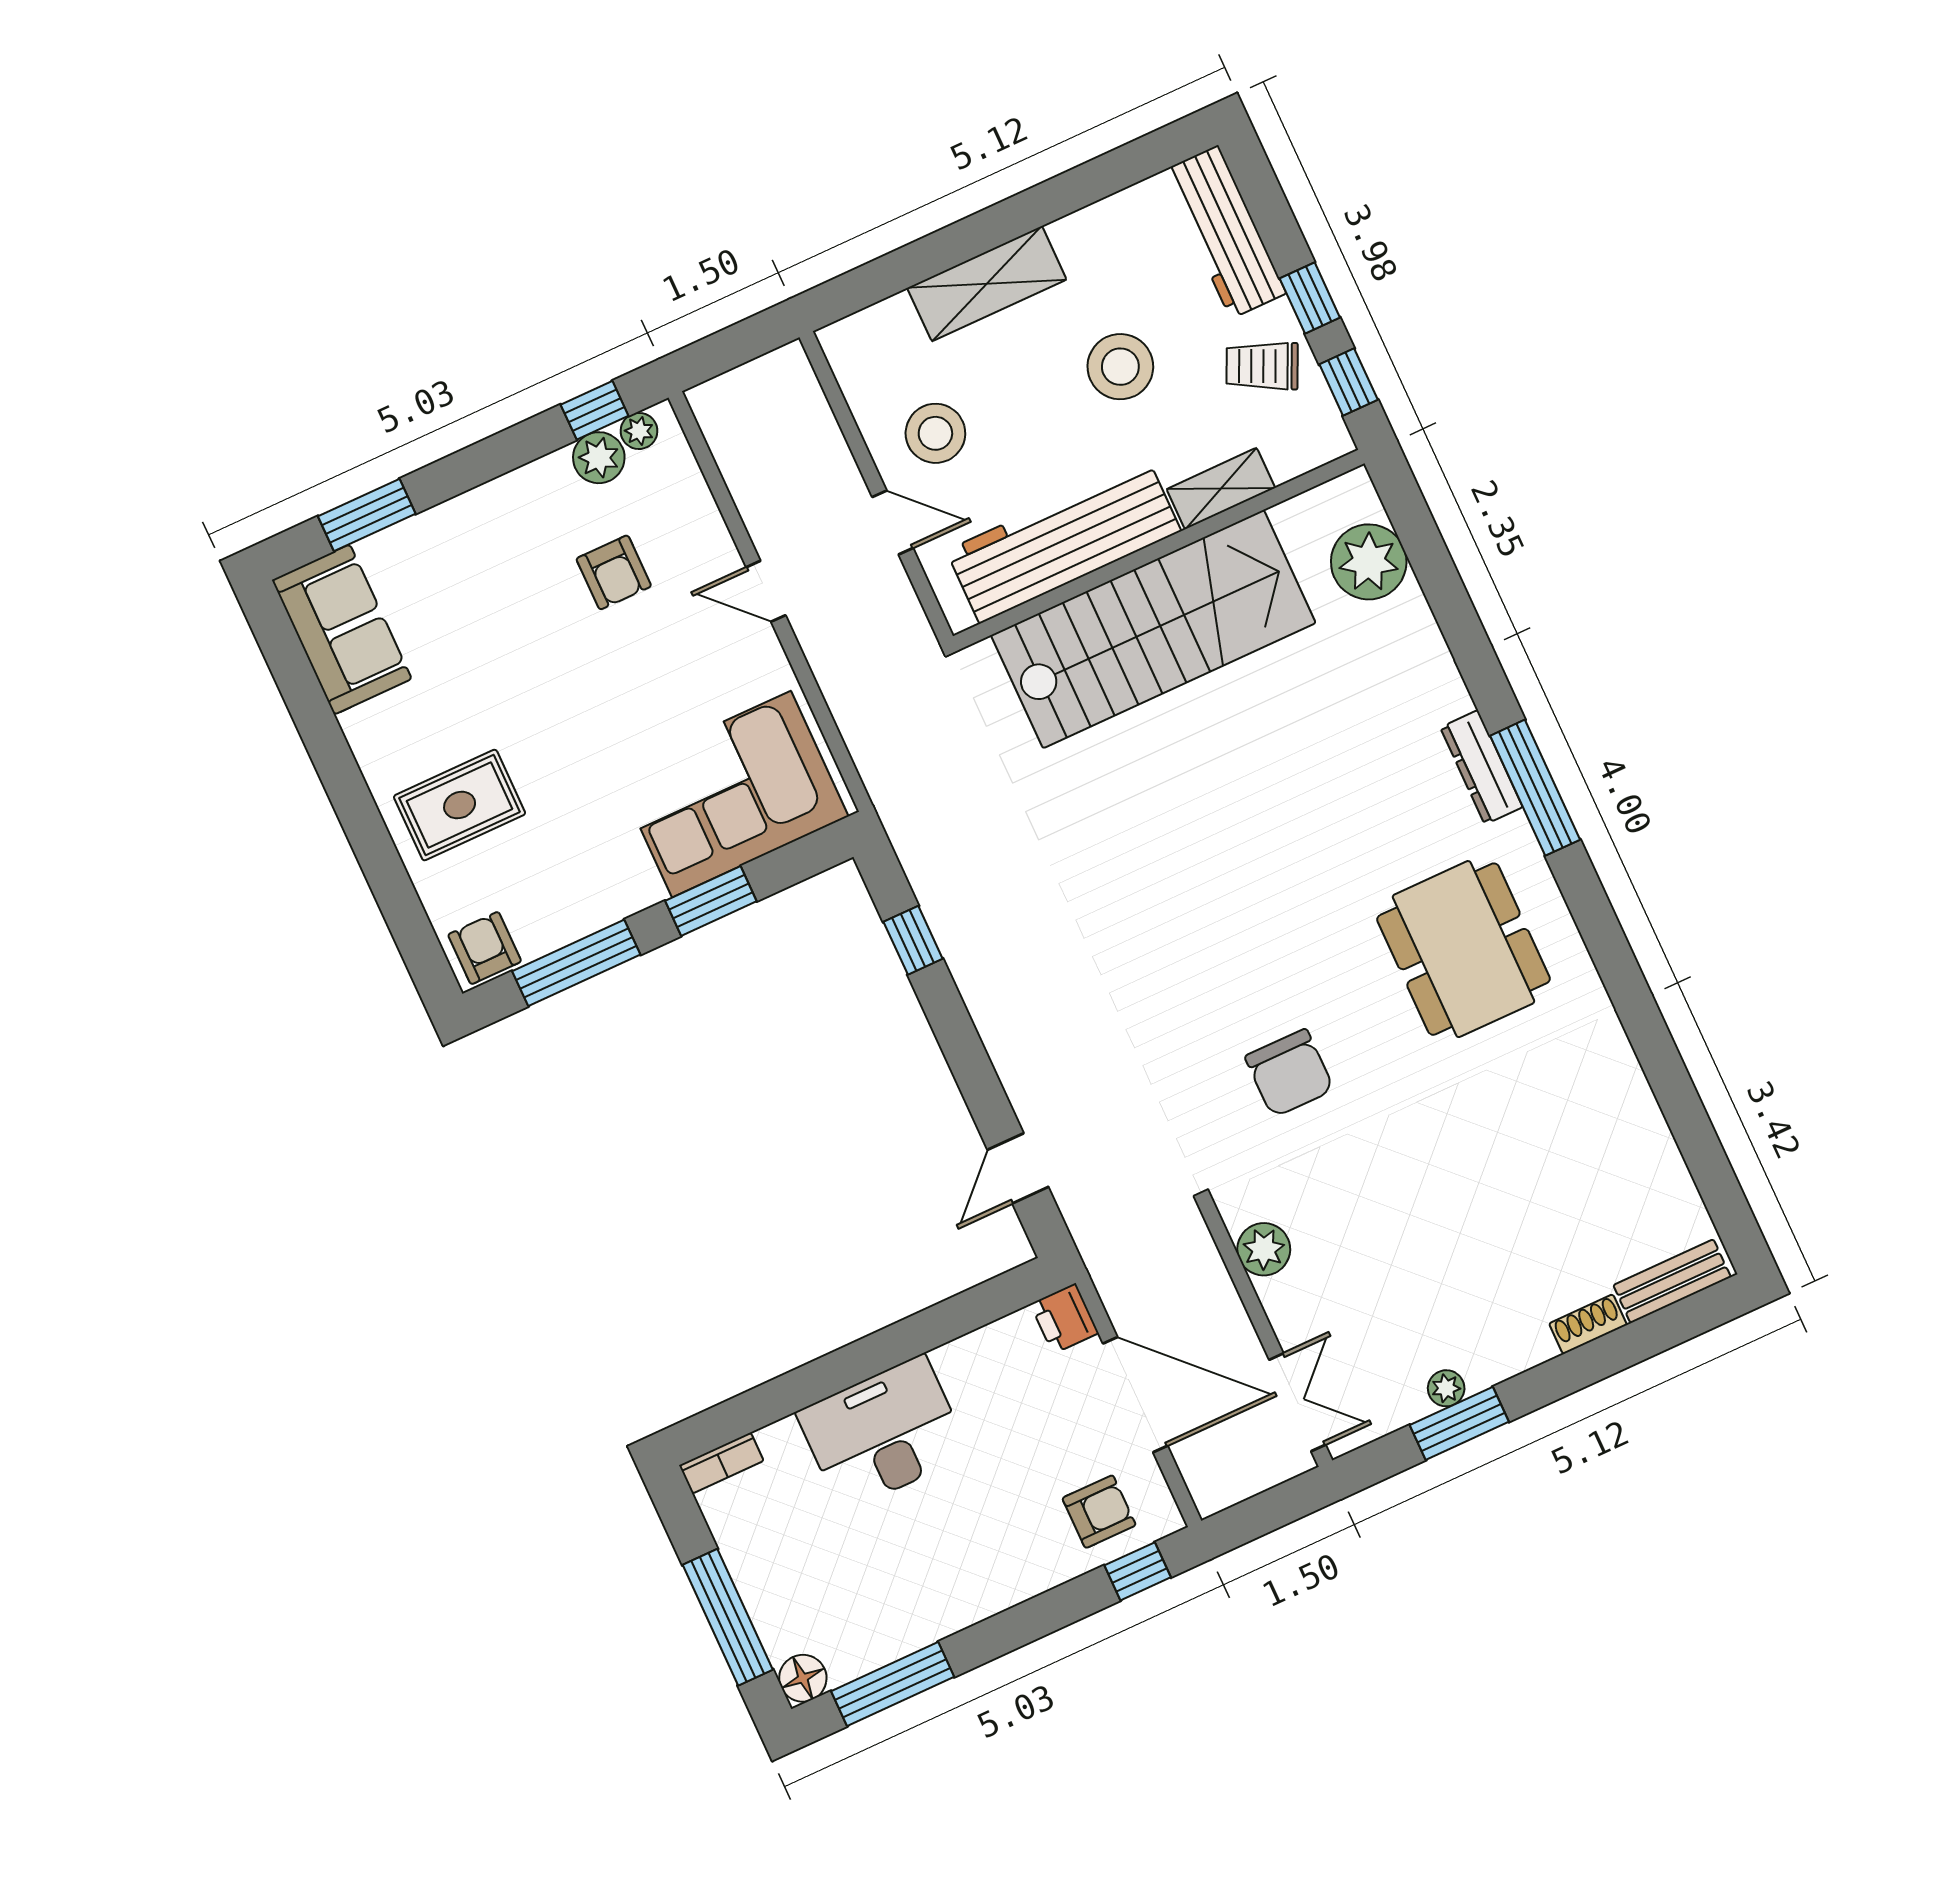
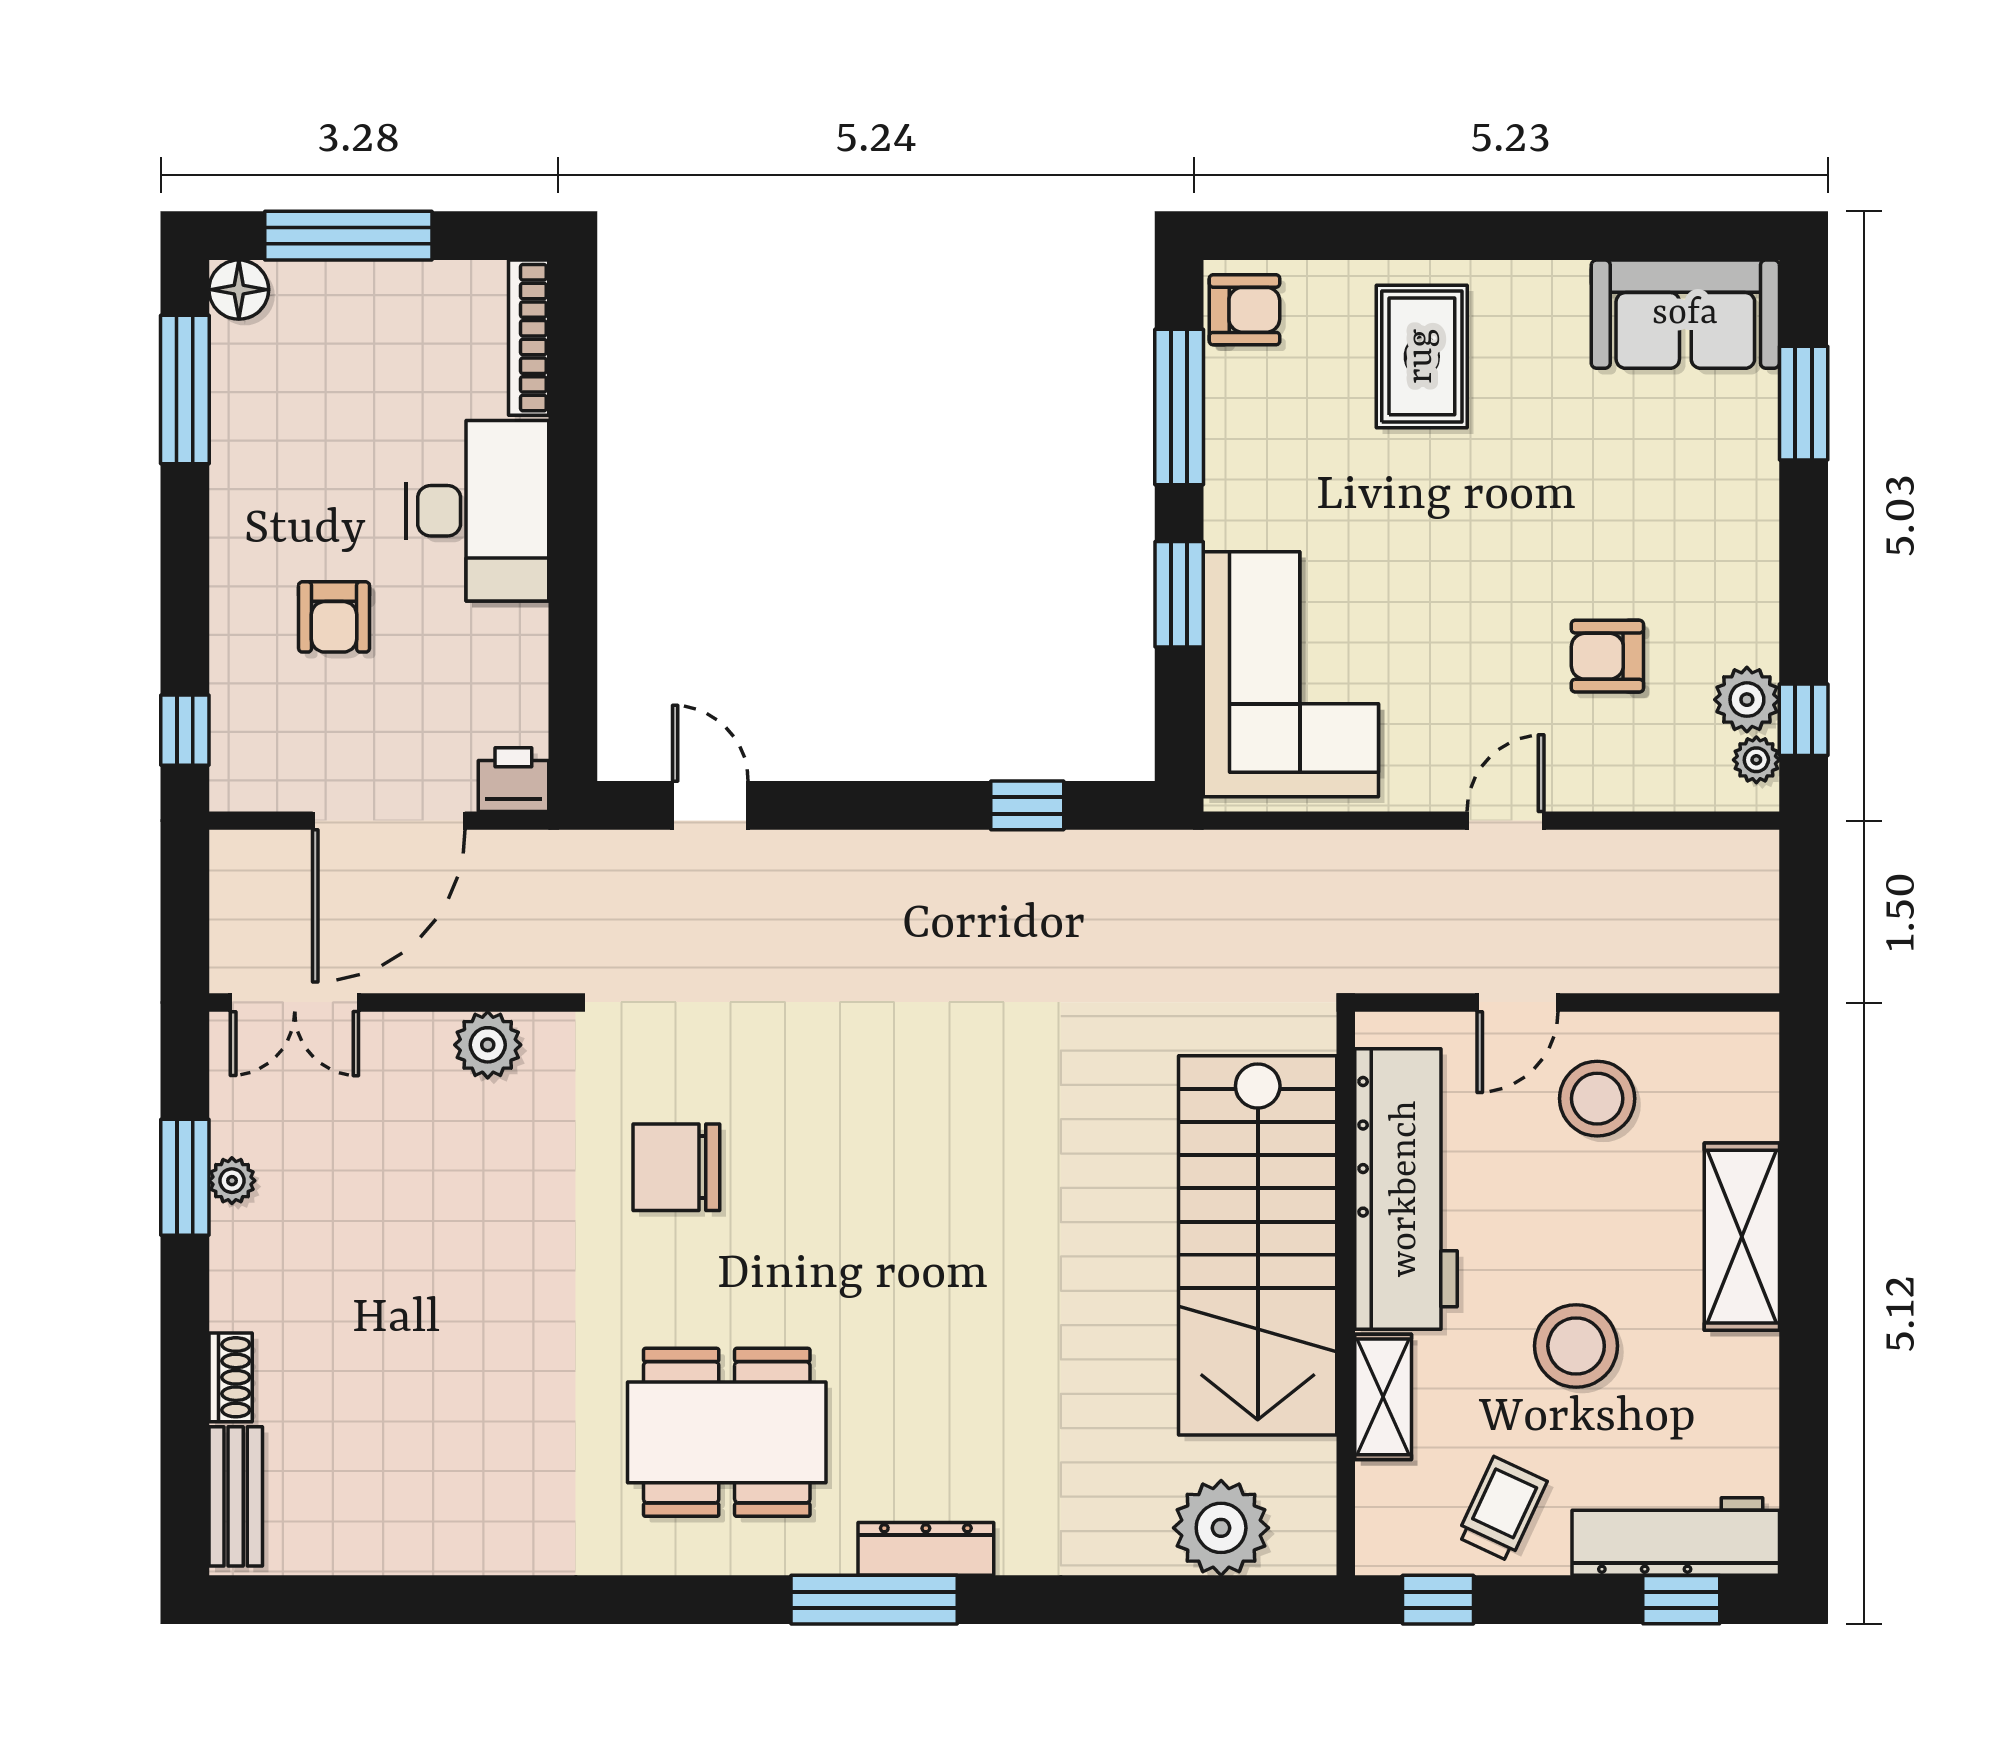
window: (1310, 298) -> (1681, 1600), moved
bookcase: (721, 1463) -> (529, 338), width x1.56
armchair: (1099, 1512) -> (334, 617), moved

